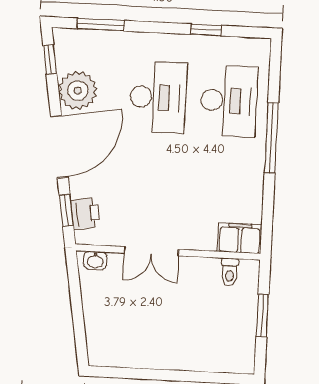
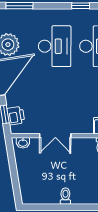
toilet: (164, 356) -> (65, 196), added

